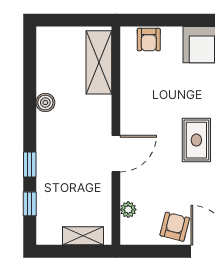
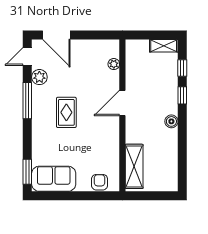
boiler: (45, 103) -> (171, 121), moved
armchair: (175, 227) -> (81, 52), removed
shelving: (83, 236) -> (164, 46), moved

